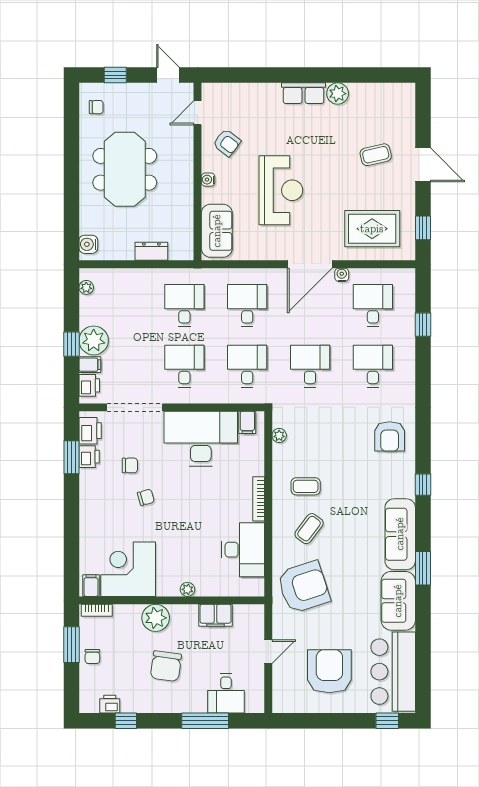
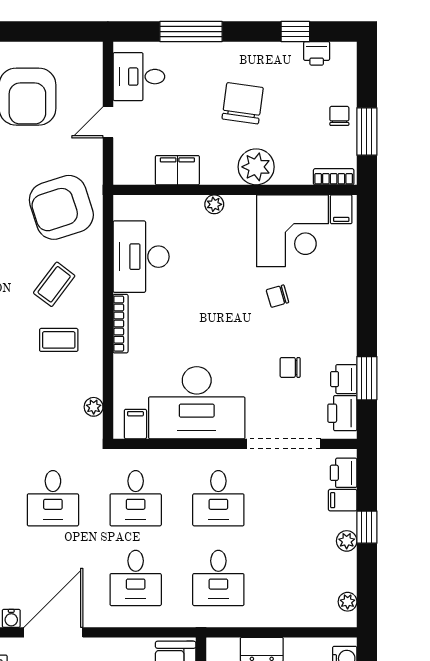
plant: (94, 340) -> (347, 541), width x0.53, depth x0.53
chair: (146, 497) -> (278, 296), moved
desk: (226, 693) -> (139, 77), moved, turned -90

